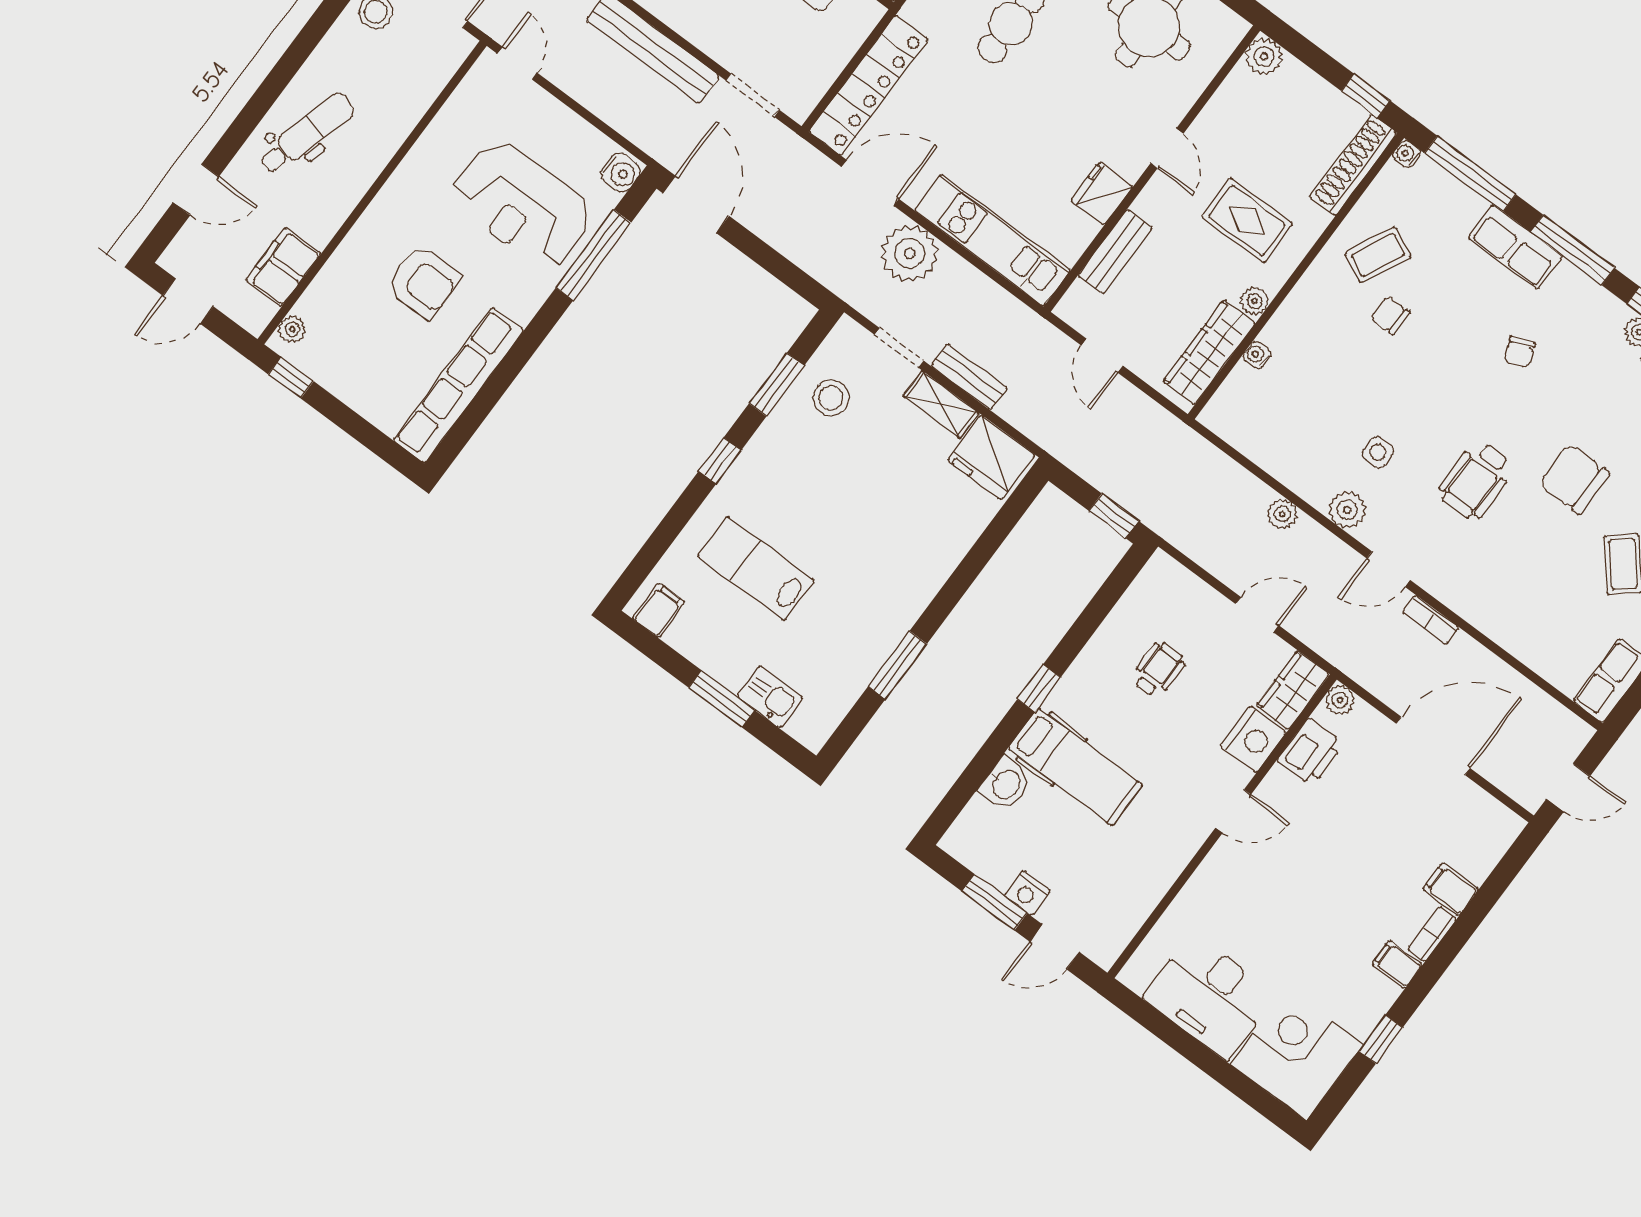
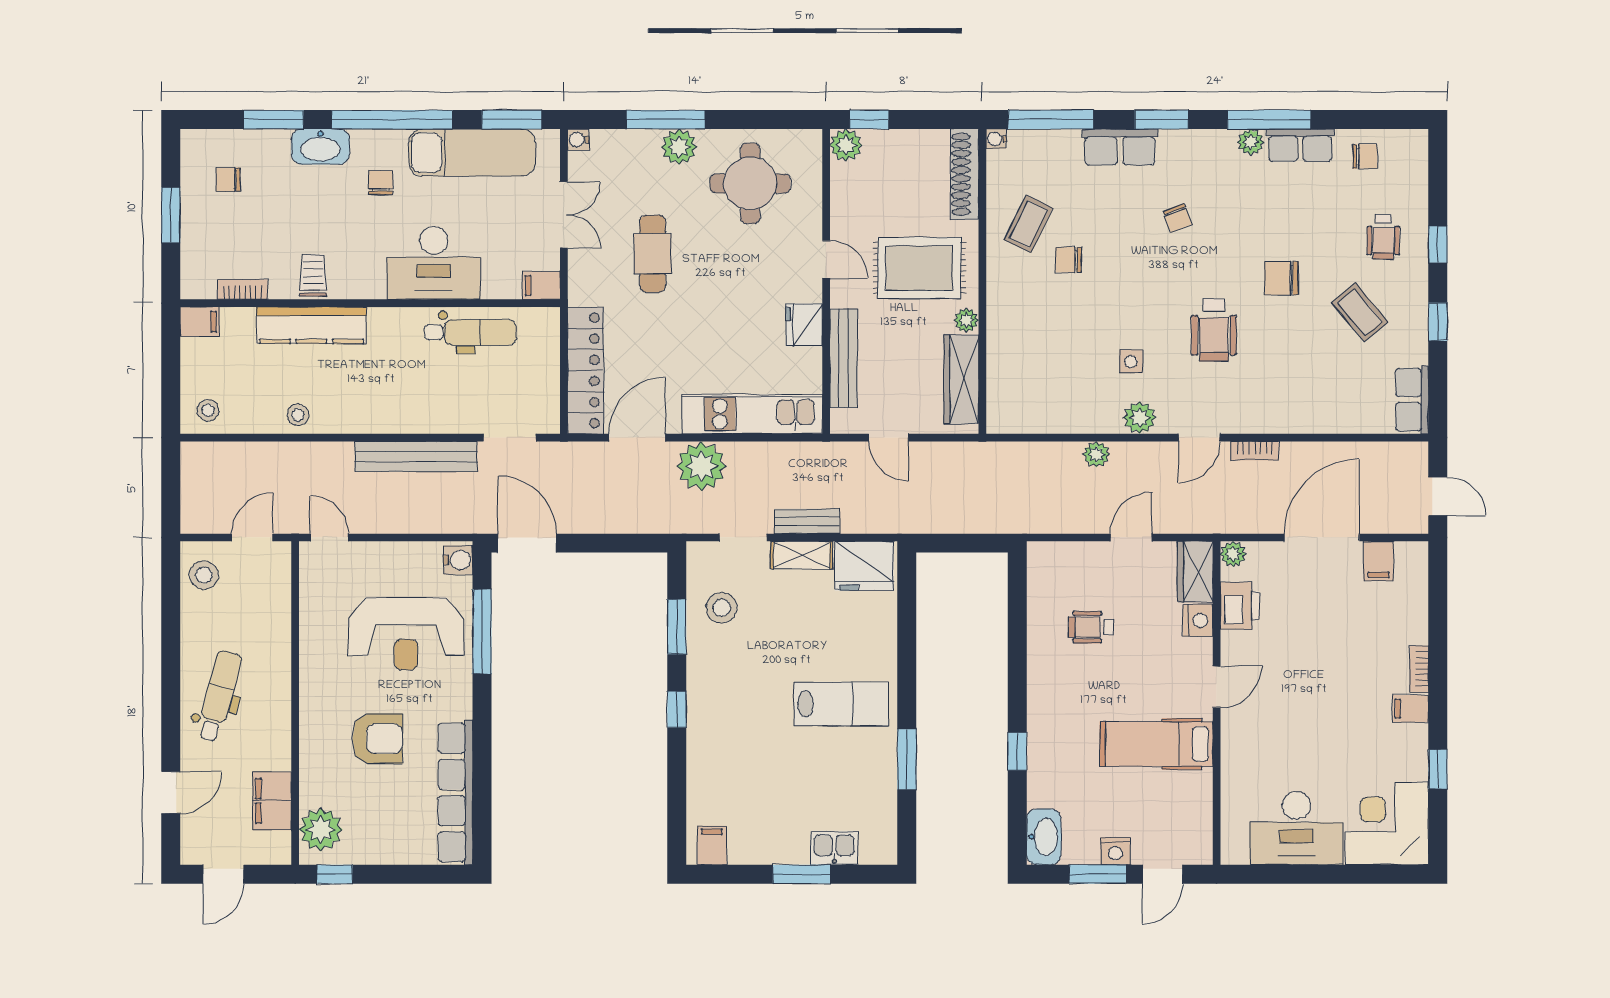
window: (1366, 96) -> (869, 120), moved
rug: (1247, 220) -> (919, 268), width x1.36, depth x1.43
window: (1573, 250) -> (1162, 120), width x0.69
bench: (1115, 252) -> (844, 358), width x1.36
plant: (292, 329) -> (321, 829), width x1.88, depth x1.88
water cooler: (1257, 355) -> (996, 357), removed
chair: (1574, 479) -> (1282, 278), width x0.73, depth x0.73
window: (1114, 516) -> (980, 543), removed
lab bench: (756, 568) -> (841, 704), moved, turned 180
wheelchair: (1158, 670) -> (1091, 627), turned -90
window: (1039, 688) -> (1017, 751), moved
nightstand: (1253, 739) -> (1198, 620), width x0.74, depth x0.75
hospital bed: (1075, 767) -> (1156, 744), moved, turned 180
washbasin: (1006, 784) -> (1044, 837), moved, width x1.38
door: (1568, 788) -> (1438, 496), hinge flipped
filing cabinet: (1451, 889) -> (1379, 561), moved, turned -90

